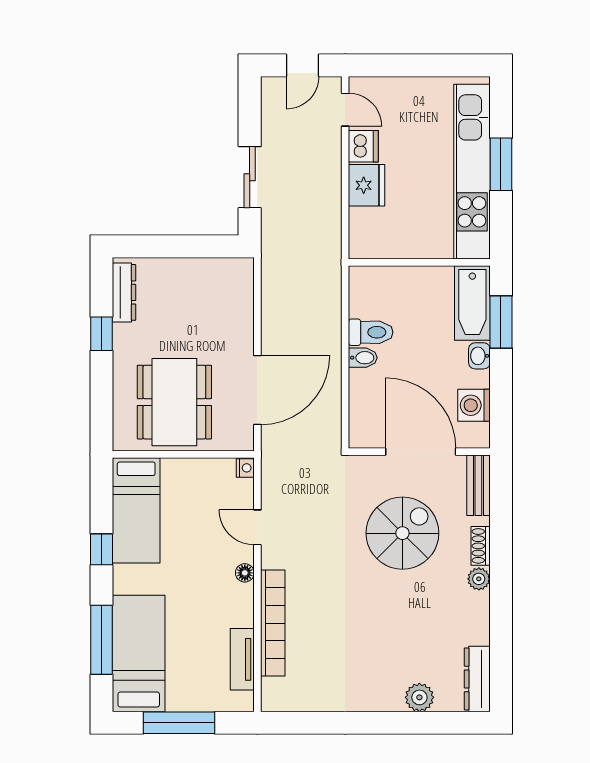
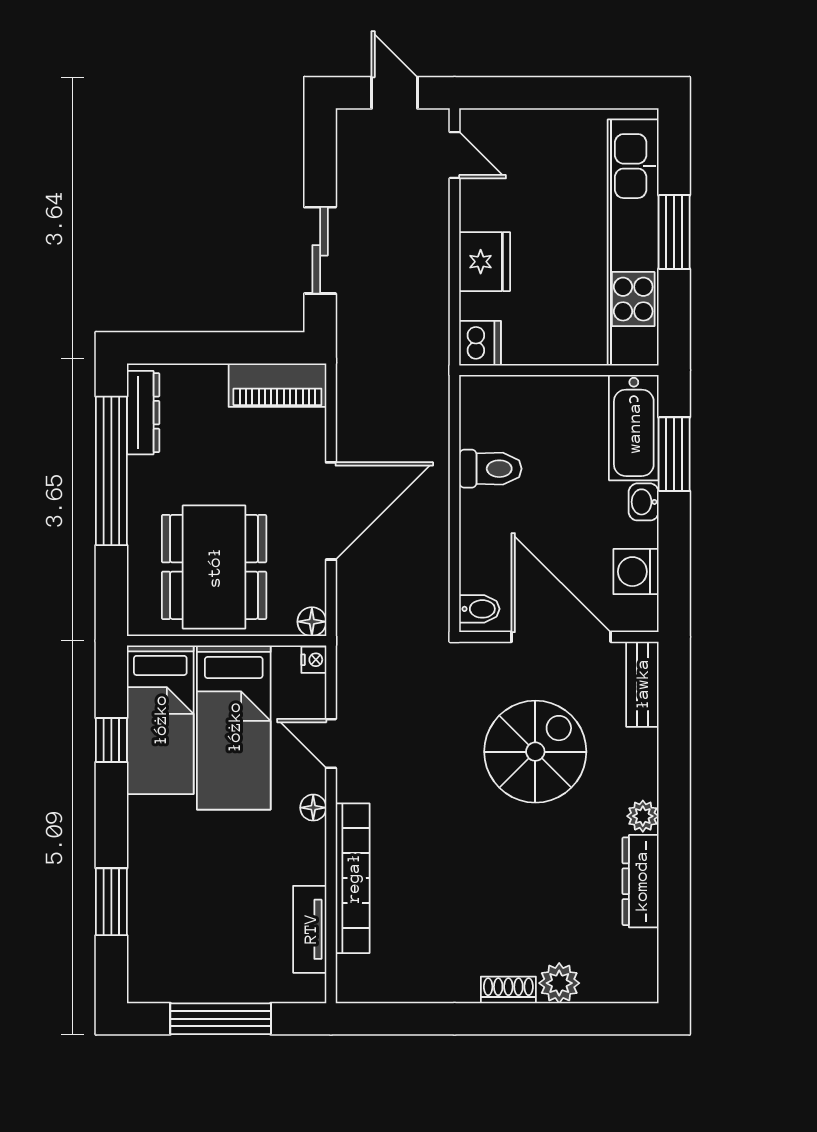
door: (302, 65) -> (395, 93), swing flipped
dishwasher: (363, 146) -> (480, 343), moved
piano: (219, 273) -> (277, 385), added
window: (101, 334) -> (111, 471), width x3.17
bidet: (363, 358) -> (479, 609), moved
door: (257, 390) -> (331, 511), moved
floor lamp: (244, 441) -> (312, 622), added
shoe rack: (481, 546) -> (508, 990), moved, turned 90
window: (101, 549) -> (111, 740), moved
window: (101, 640) -> (111, 902), width x0.69
bed: (139, 653) -> (234, 727), moved, turned 180
dresser: (477, 679) -> (641, 881), moved

